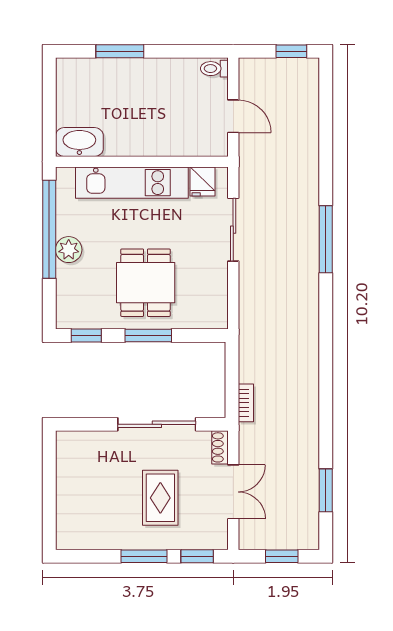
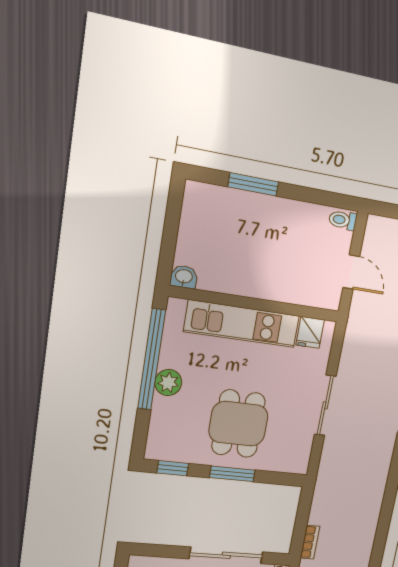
washbasin: (79, 142) -> (184, 277), width x0.52, depth x0.69
sliding door: (233, 230) -> (325, 405), moved

